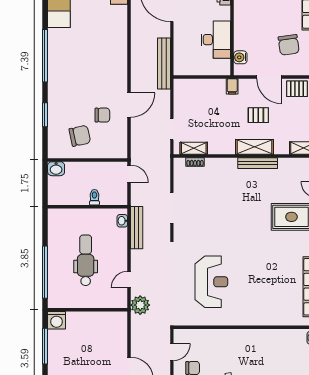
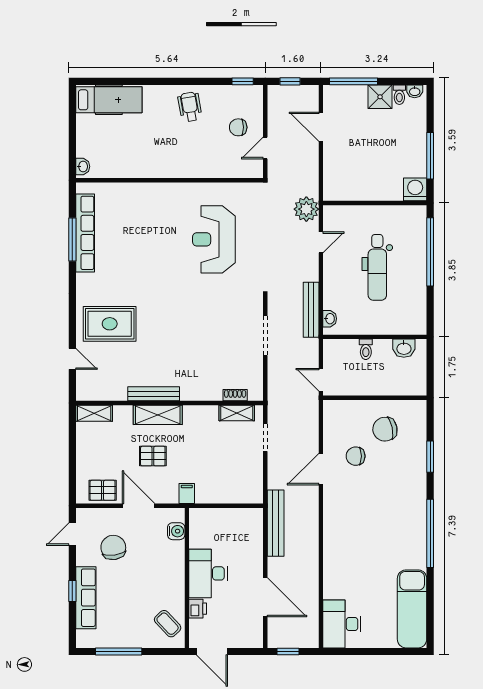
desk: (216, 40) -> (208, 573), moved
washbasin: (56, 169) -> (404, 348), moved, turned 180

